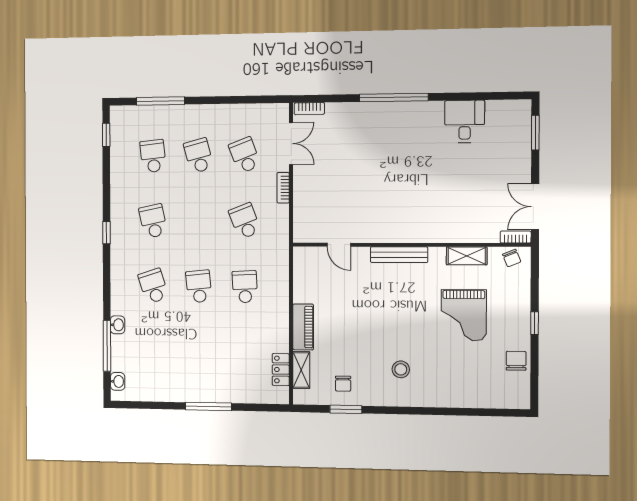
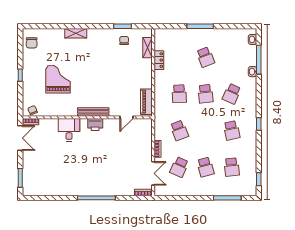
desk: (465, 121) -> (69, 130), moved, turned 180
double door: (291, 143) -> (153, 173), swing flipped
school desk: (245, 155) -> (179, 167), turned 45
printer: (396, 232) -> (95, 124), added
door: (339, 245) -> (127, 117), swing flipped
shelving: (467, 256) -> (76, 33), moved
school desk: (153, 286) -> (232, 94), turned 42
piano: (303, 327) -> (146, 102), moved
school desk: (199, 352) -> (205, 57), added
chair: (516, 361) -> (32, 43), moved
stool: (401, 369) -> (92, 49), removed
locker: (281, 370) -> (159, 60), moved

